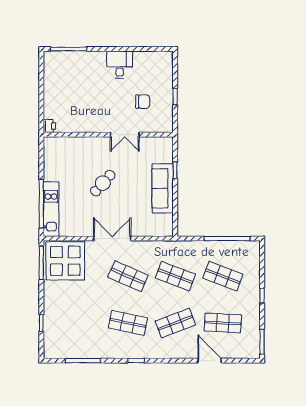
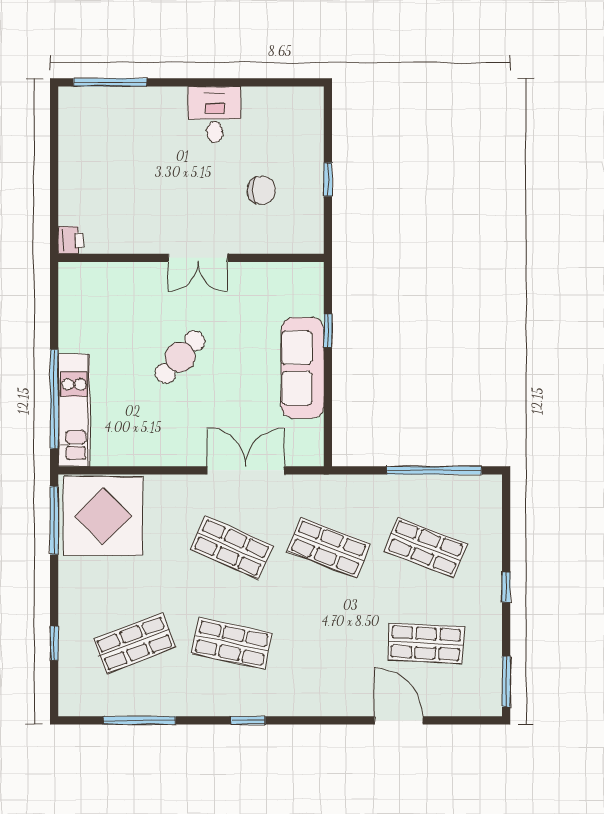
double door: (125, 135) -> (198, 258), moved
double door: (112, 239) -> (246, 470), moved
shop shelf: (175, 323) -> (135, 643), moved

